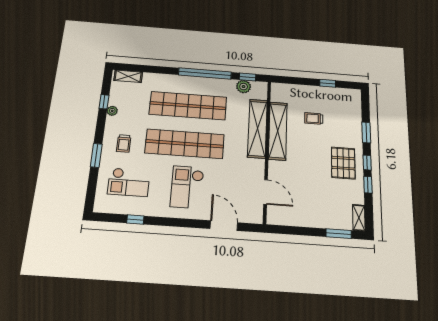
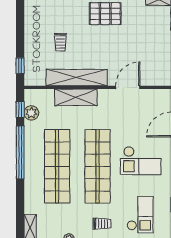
window: (328, 83) -> (20, 66), moved
shelving: (257, 128) -> (76, 97), width x0.68
door: (266, 192) -> (128, 87), moved

